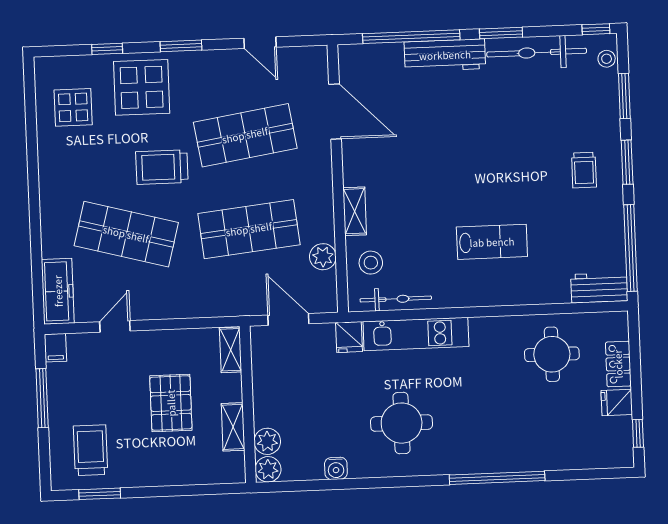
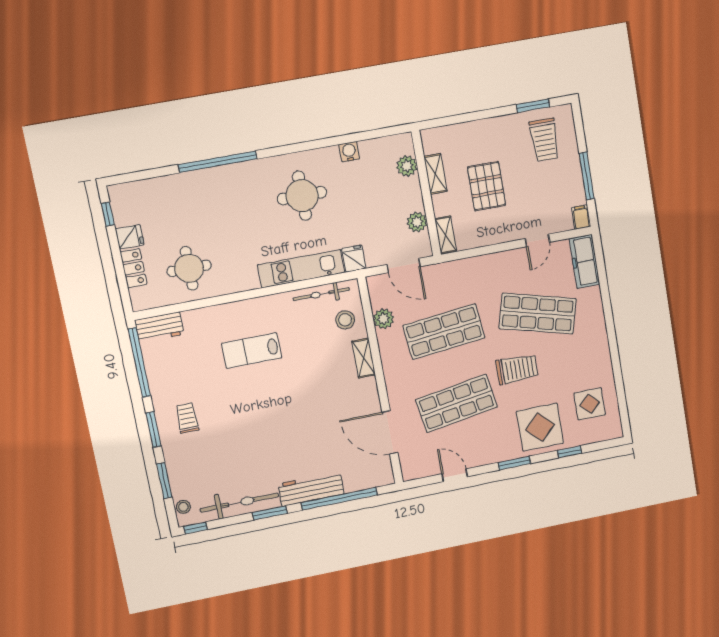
plant: (268, 469) -> (417, 222), moved

